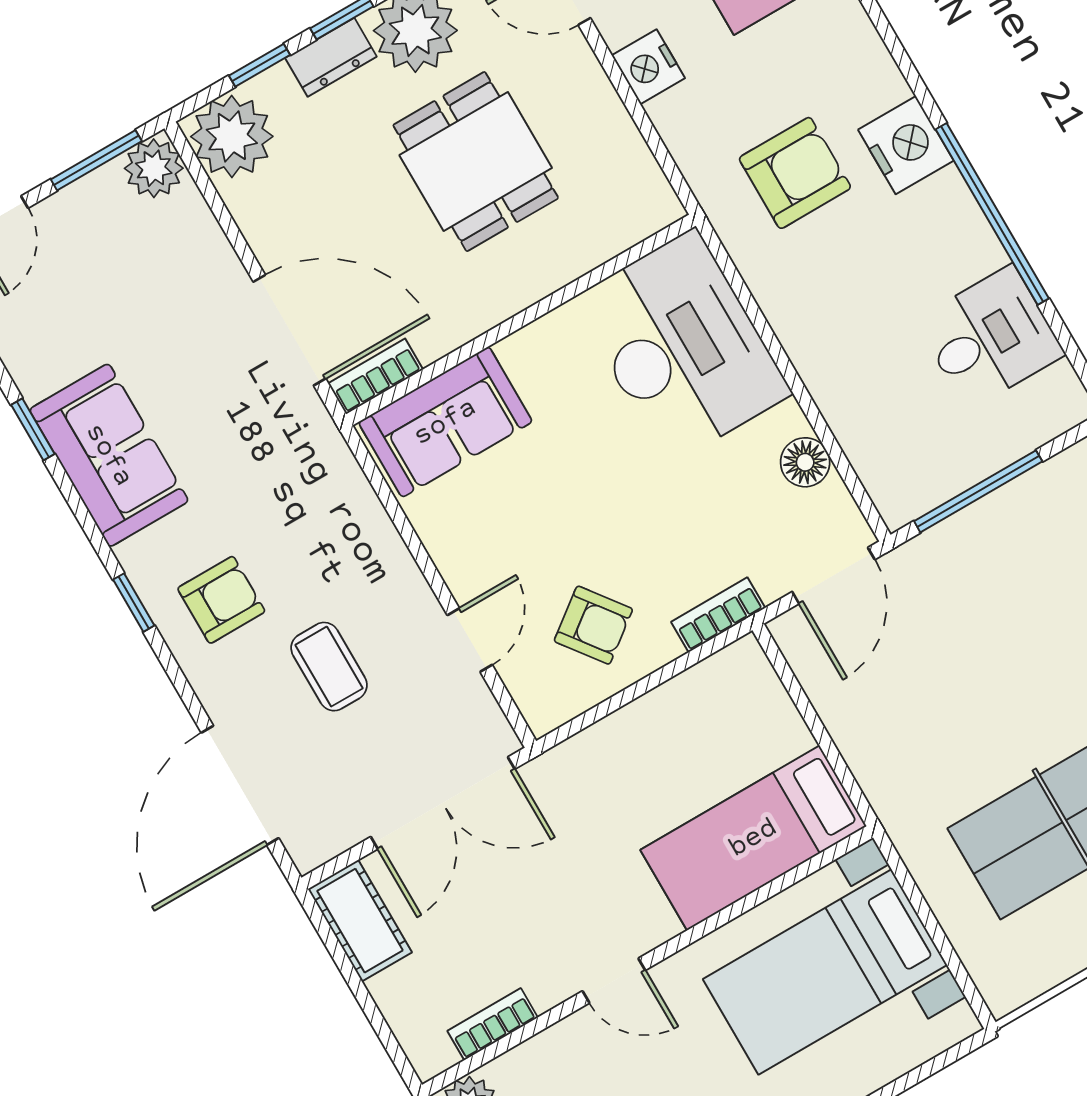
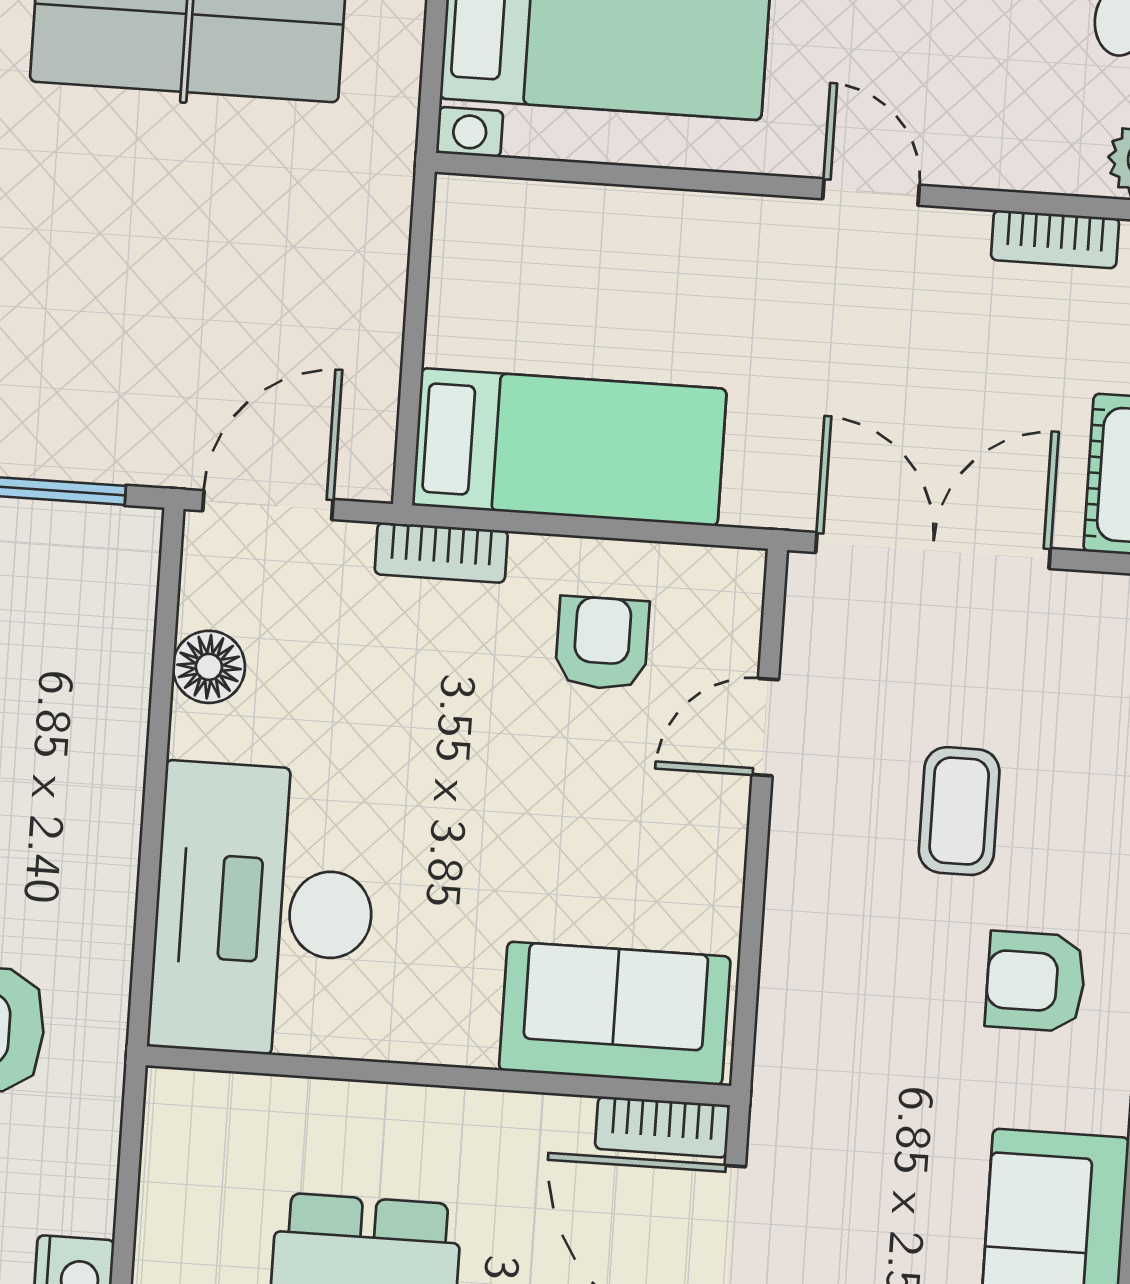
armchair: (593, 625) -> (602, 643), turned 37
bed: (753, 838) -> (569, 447), moved

